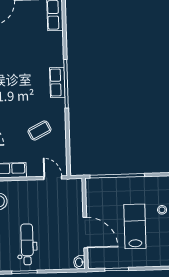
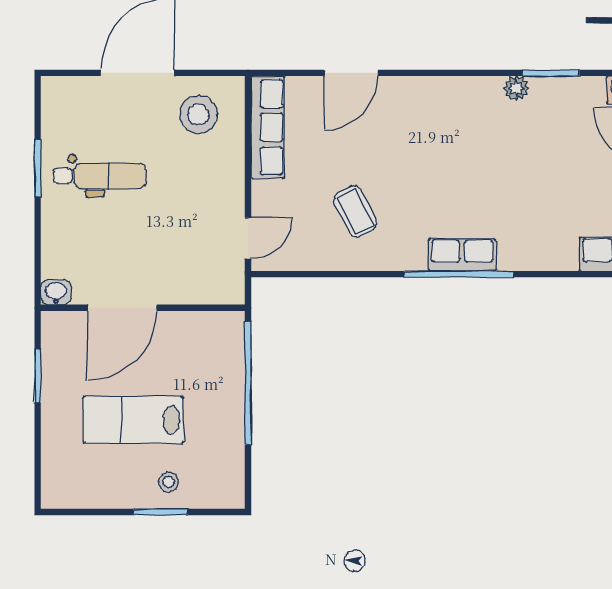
lab bench: (135, 226) -> (133, 420), turned 180

